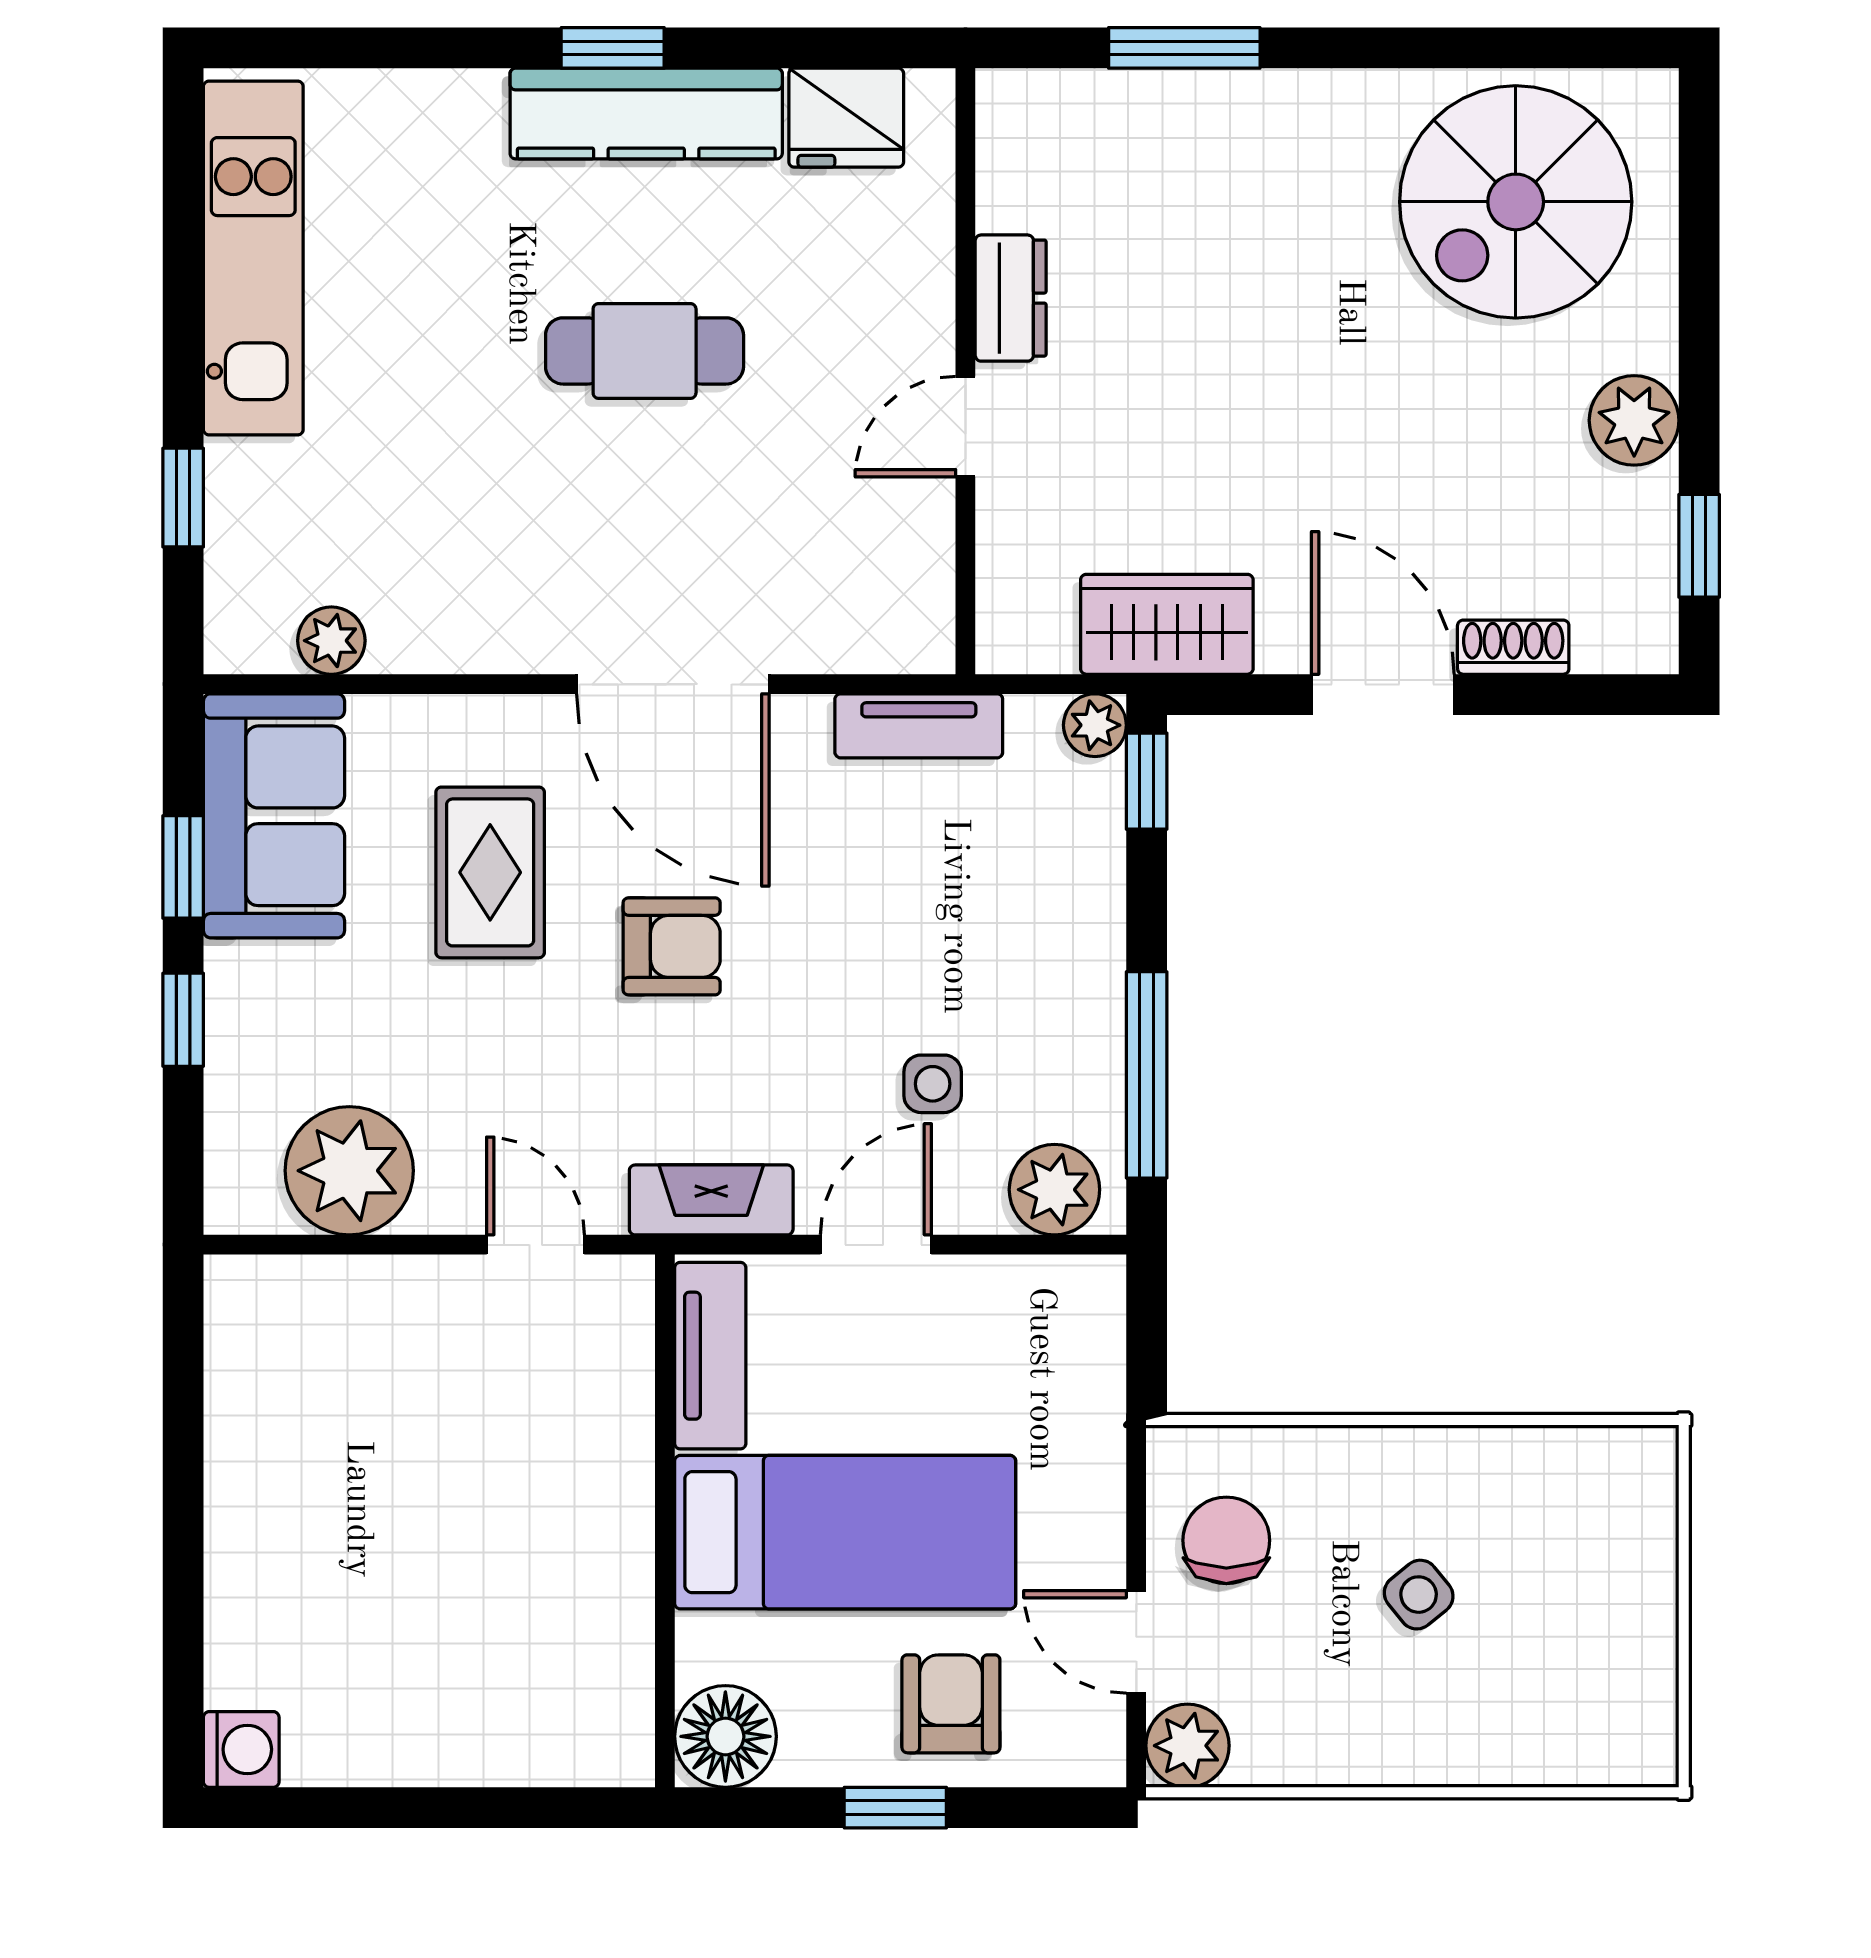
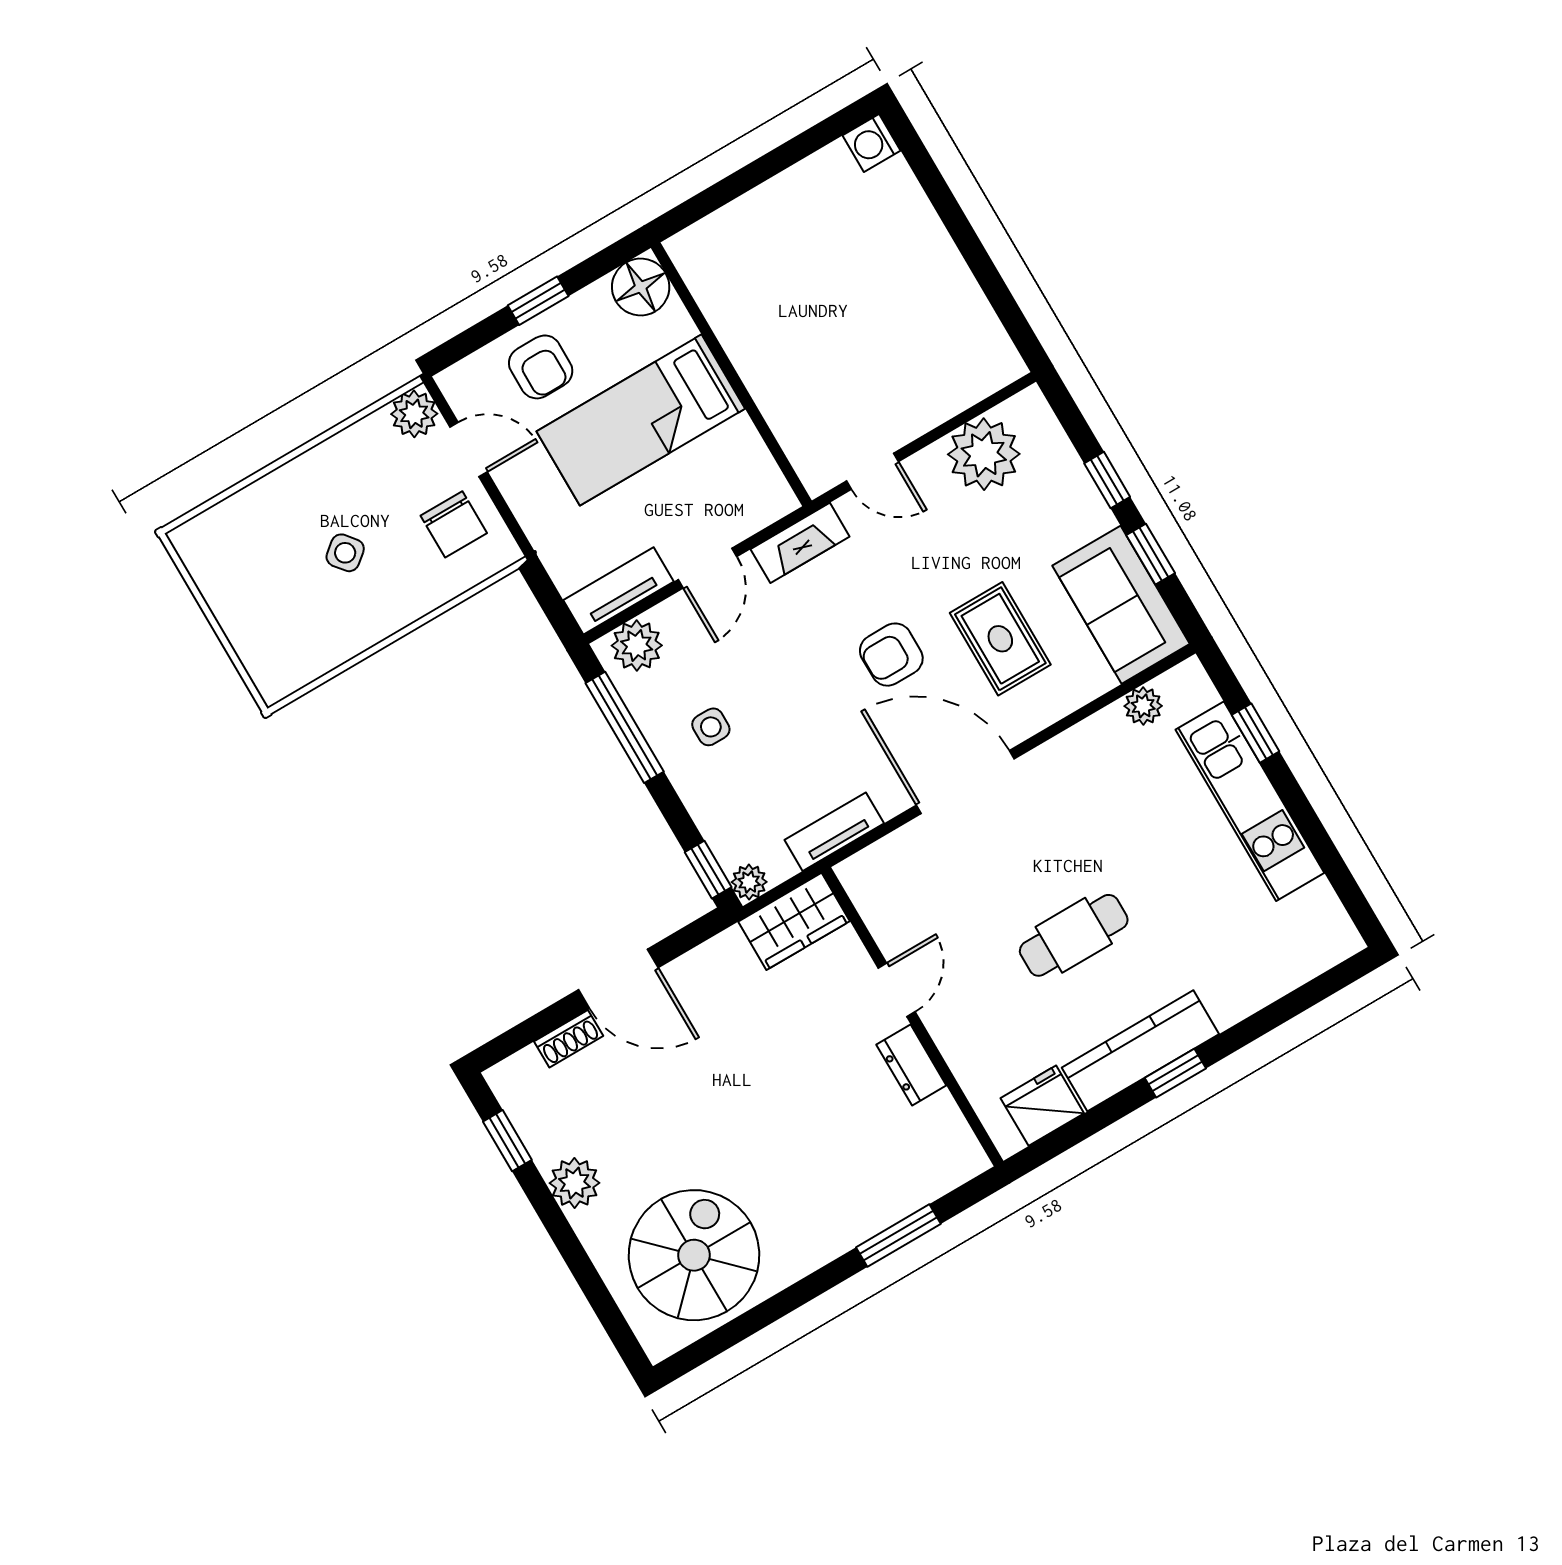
kitchen unit: (253, 258) -> (1250, 801), moved
wardrobe: (1167, 624) -> (794, 921), moved
side table: (933, 1084) -> (711, 727), moved
tv unit: (710, 1356) -> (619, 591), moved, turned 90

